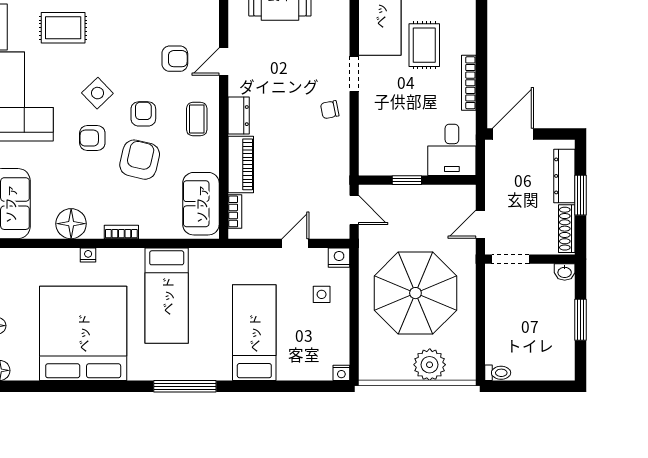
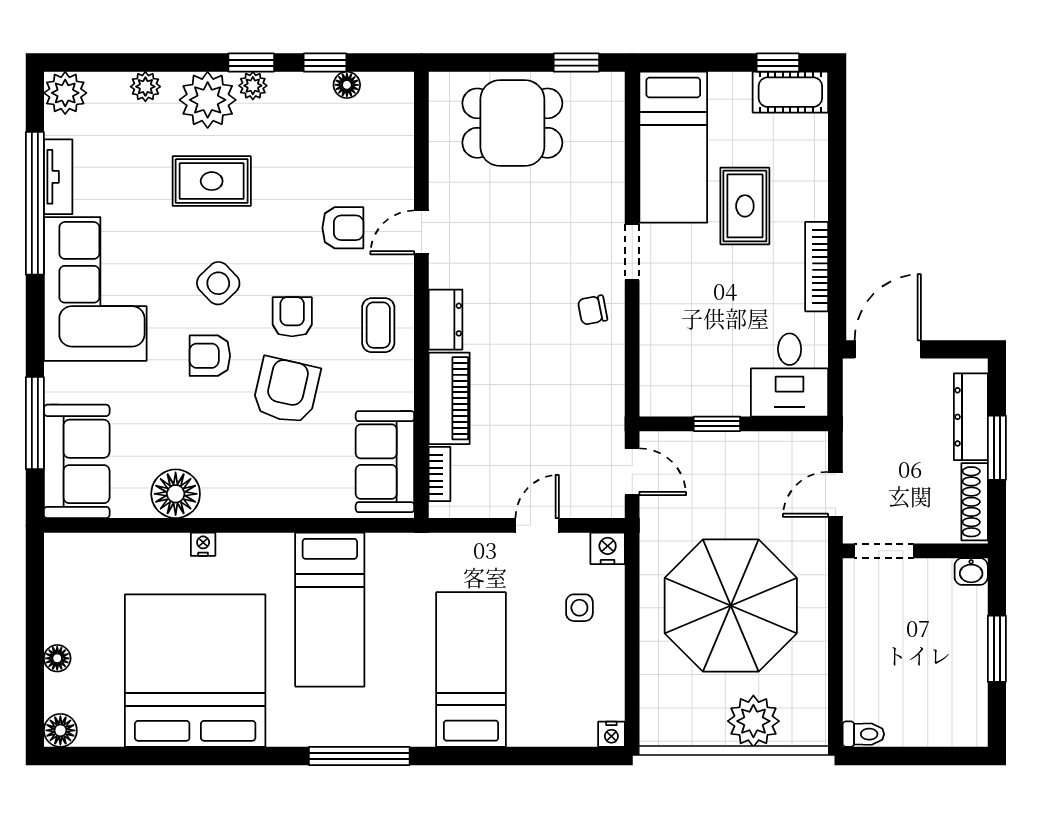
rug: (63, 28) -> (212, 181), moved
bookcase: (121, 232) -> (257, 507), removed

